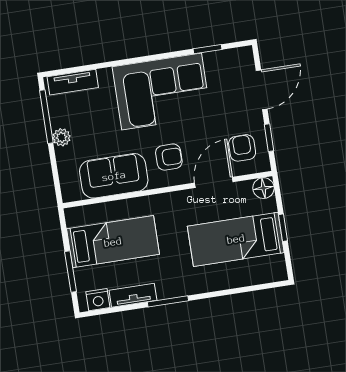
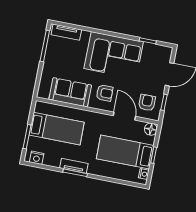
plant: (62, 137) -> (49, 60), removed
door: (214, 182) -> (124, 116), hinge flipped
nightstand: (278, 264) -> (144, 174), added
tv unit: (133, 295) -> (74, 166), moved

